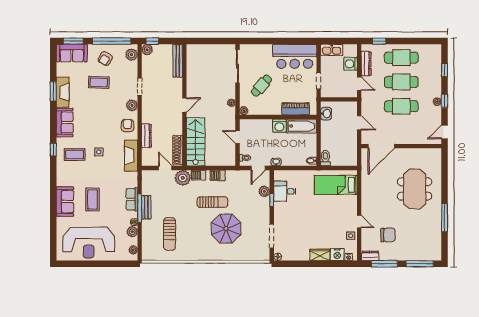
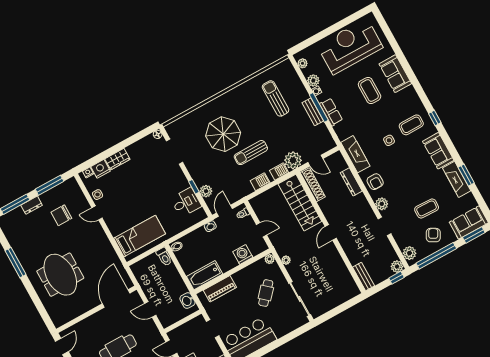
bench: (178, 61) -> (363, 276), width x0.73
washing machine: (279, 126) -> (243, 254), moved
dresser: (370, 256) -> (32, 205), moved

